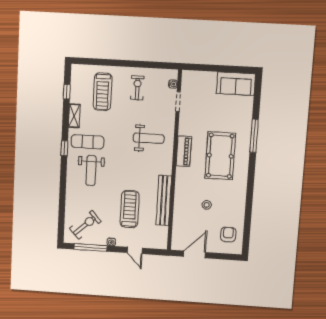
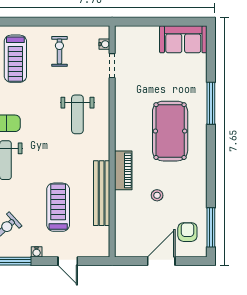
weight bench: (149, 138) -> (77, 114), turned 90
piano: (184, 151) -> (123, 170), moved
window: (247, 232) -> (211, 227), added
door: (194, 254) -> (161, 261), moved

